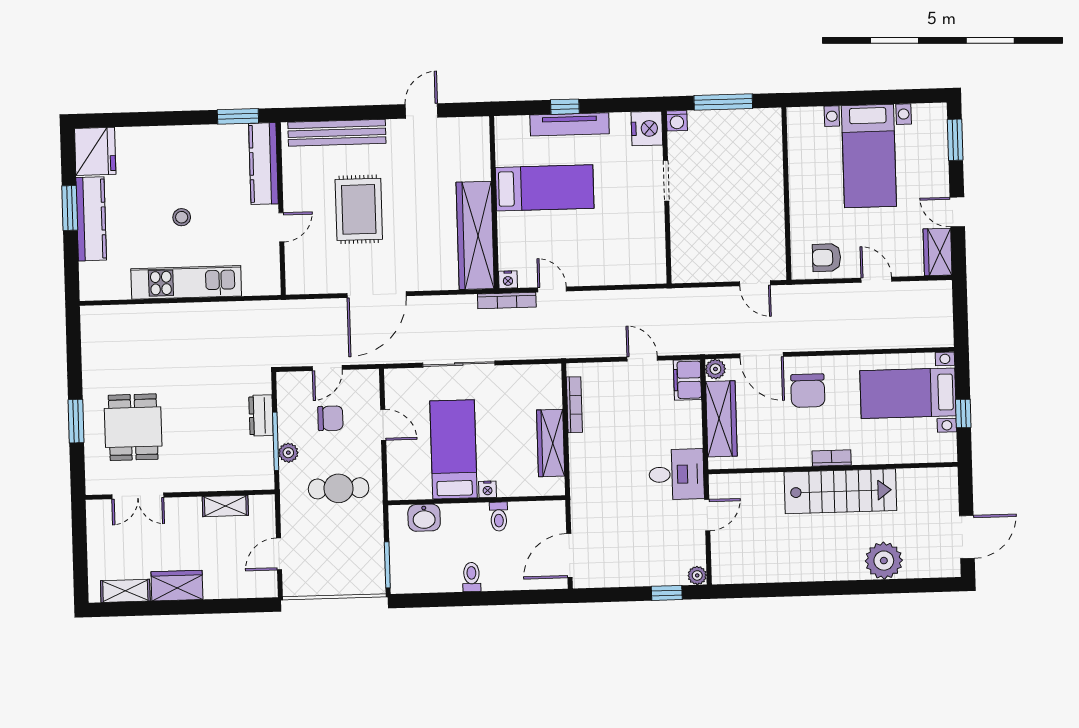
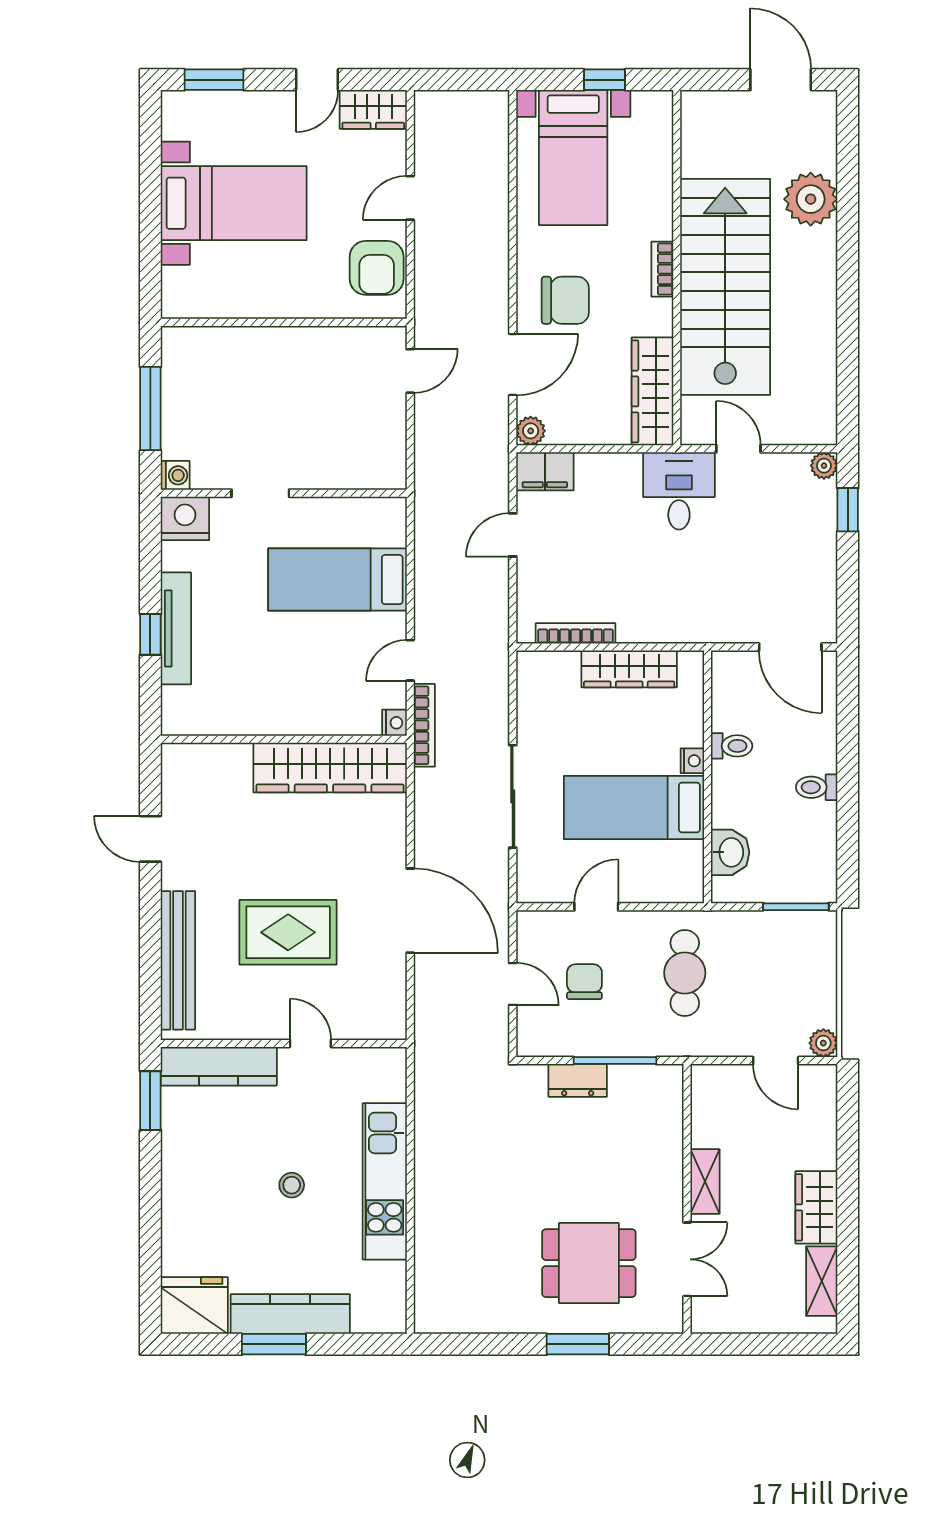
bed: (545, 188) -> (338, 580), moved, turned -90
armchair: (827, 258) -> (377, 268), width x1.38, depth x1.38
wardrobe: (721, 419) -> (652, 391), moved, turned -90
plant: (288, 453) -> (823, 1043), moved
stairs: (840, 491) -> (725, 287), width x1.36, depth x1.51
shelving: (225, 506) -> (705, 1181), moved

